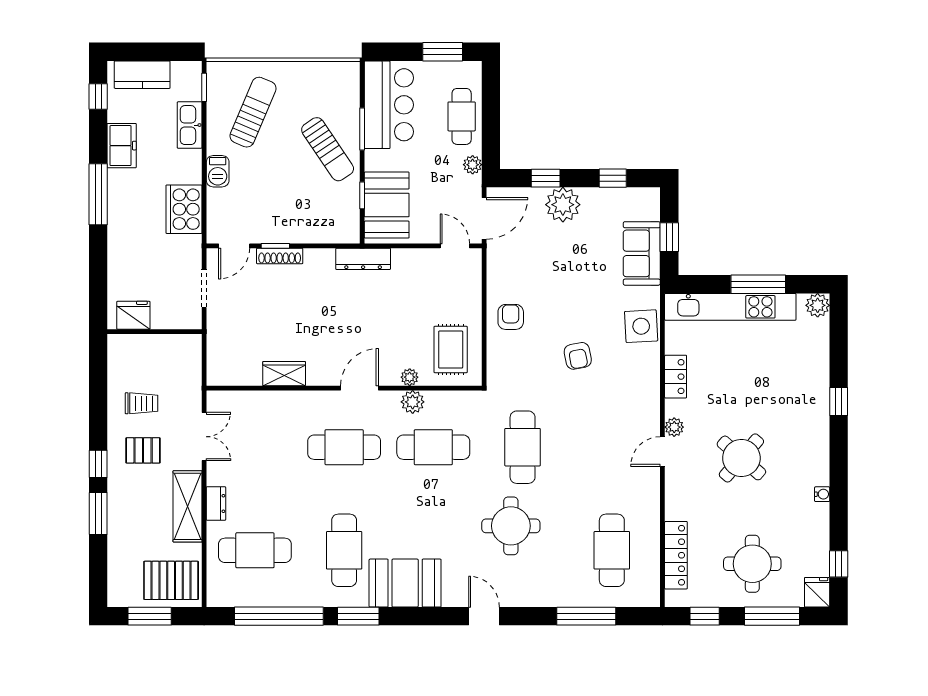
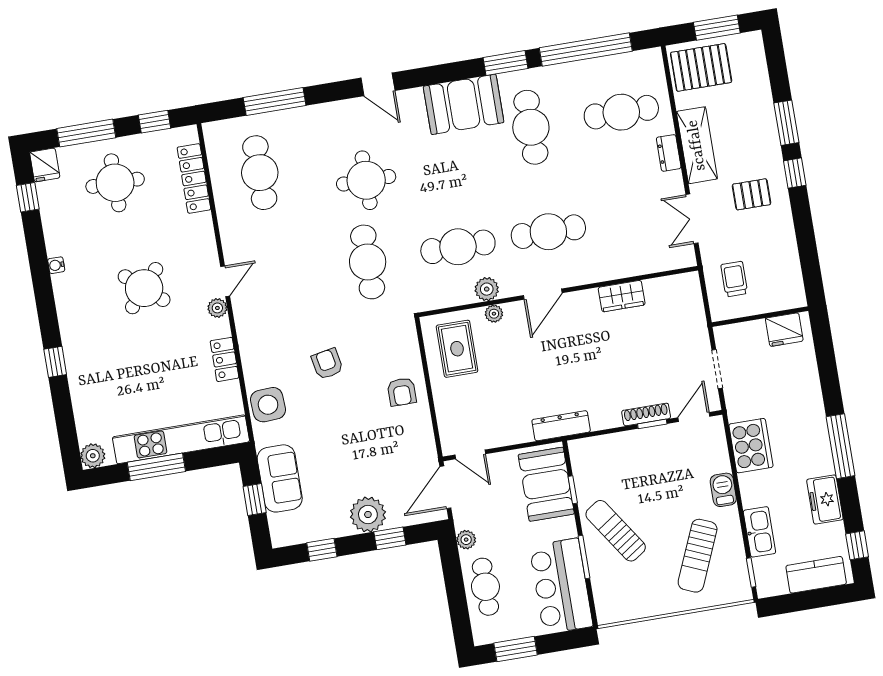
trolley: (142, 403) -> (734, 279), moved, turned 90

